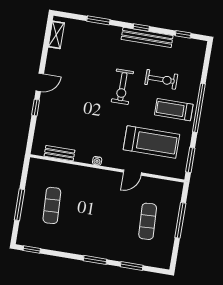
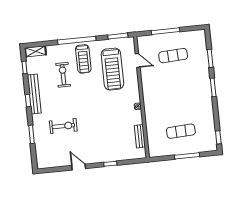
shelving: (56, 35) -> (35, 51), moved
door: (40, 82) -> (79, 167), moved
exercise bike: (122, 87) -> (63, 126), moved
treadmill: (151, 142) -> (112, 69), turned 180
door: (132, 173) -> (138, 61), moved

